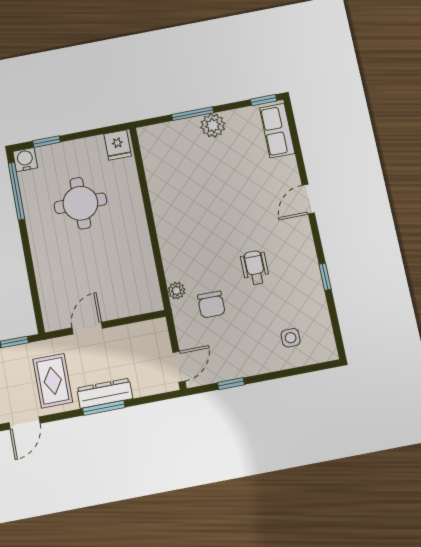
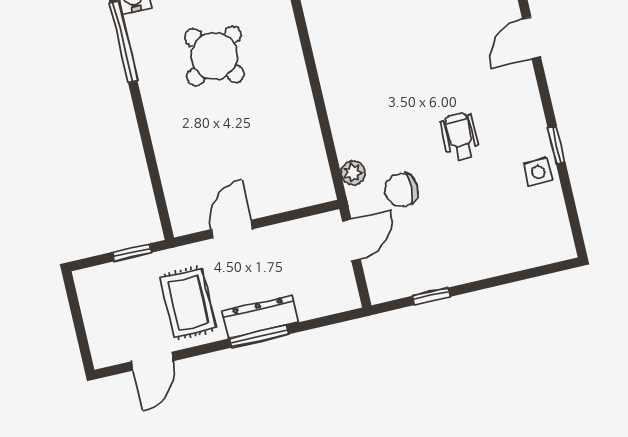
round table: (80, 203) -> (214, 56), turned -36
chair: (211, 305) -> (401, 190), turned 90
side table: (291, 338) -> (538, 172), moved
door: (179, 367) -> (351, 240), moved

